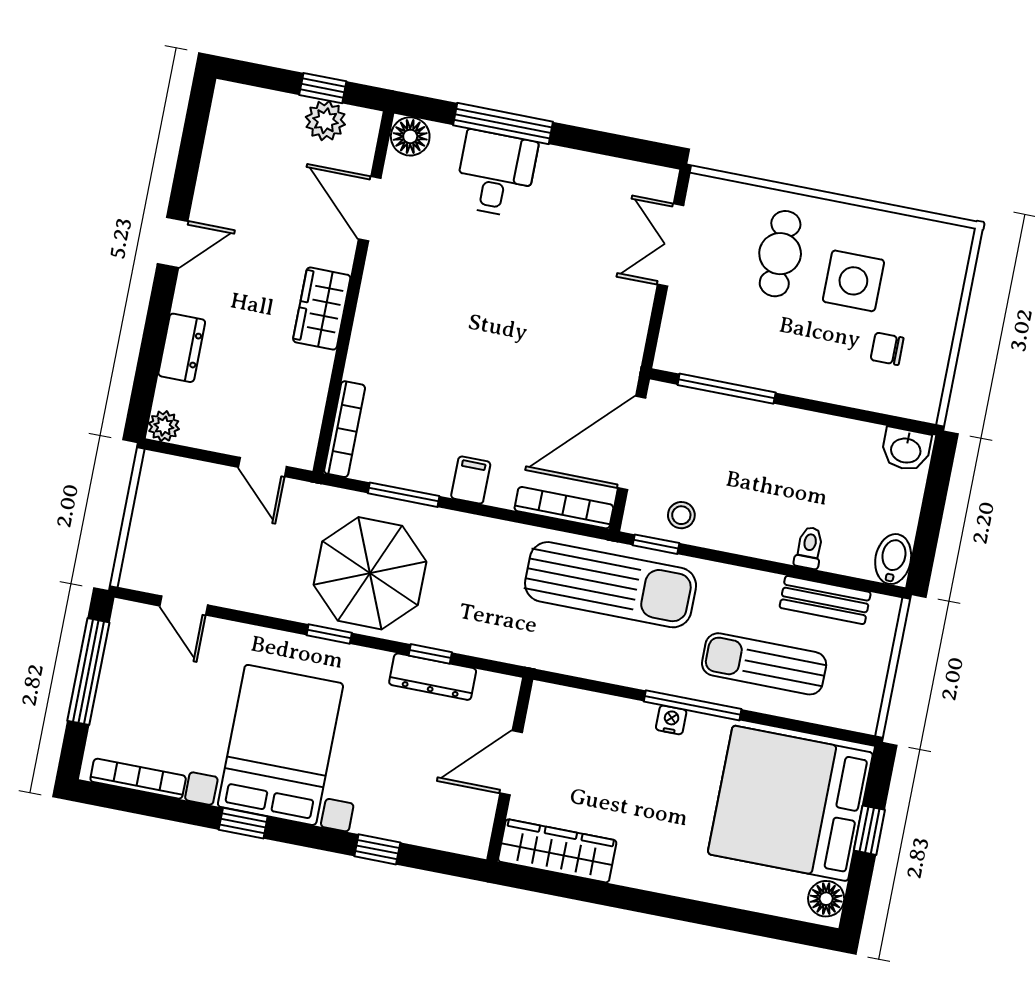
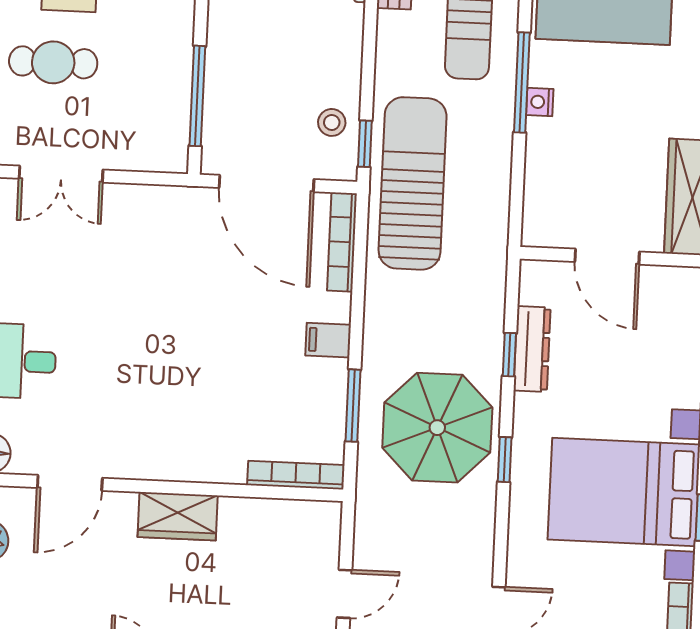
door: (262, 467) -> (344, 594), moved

